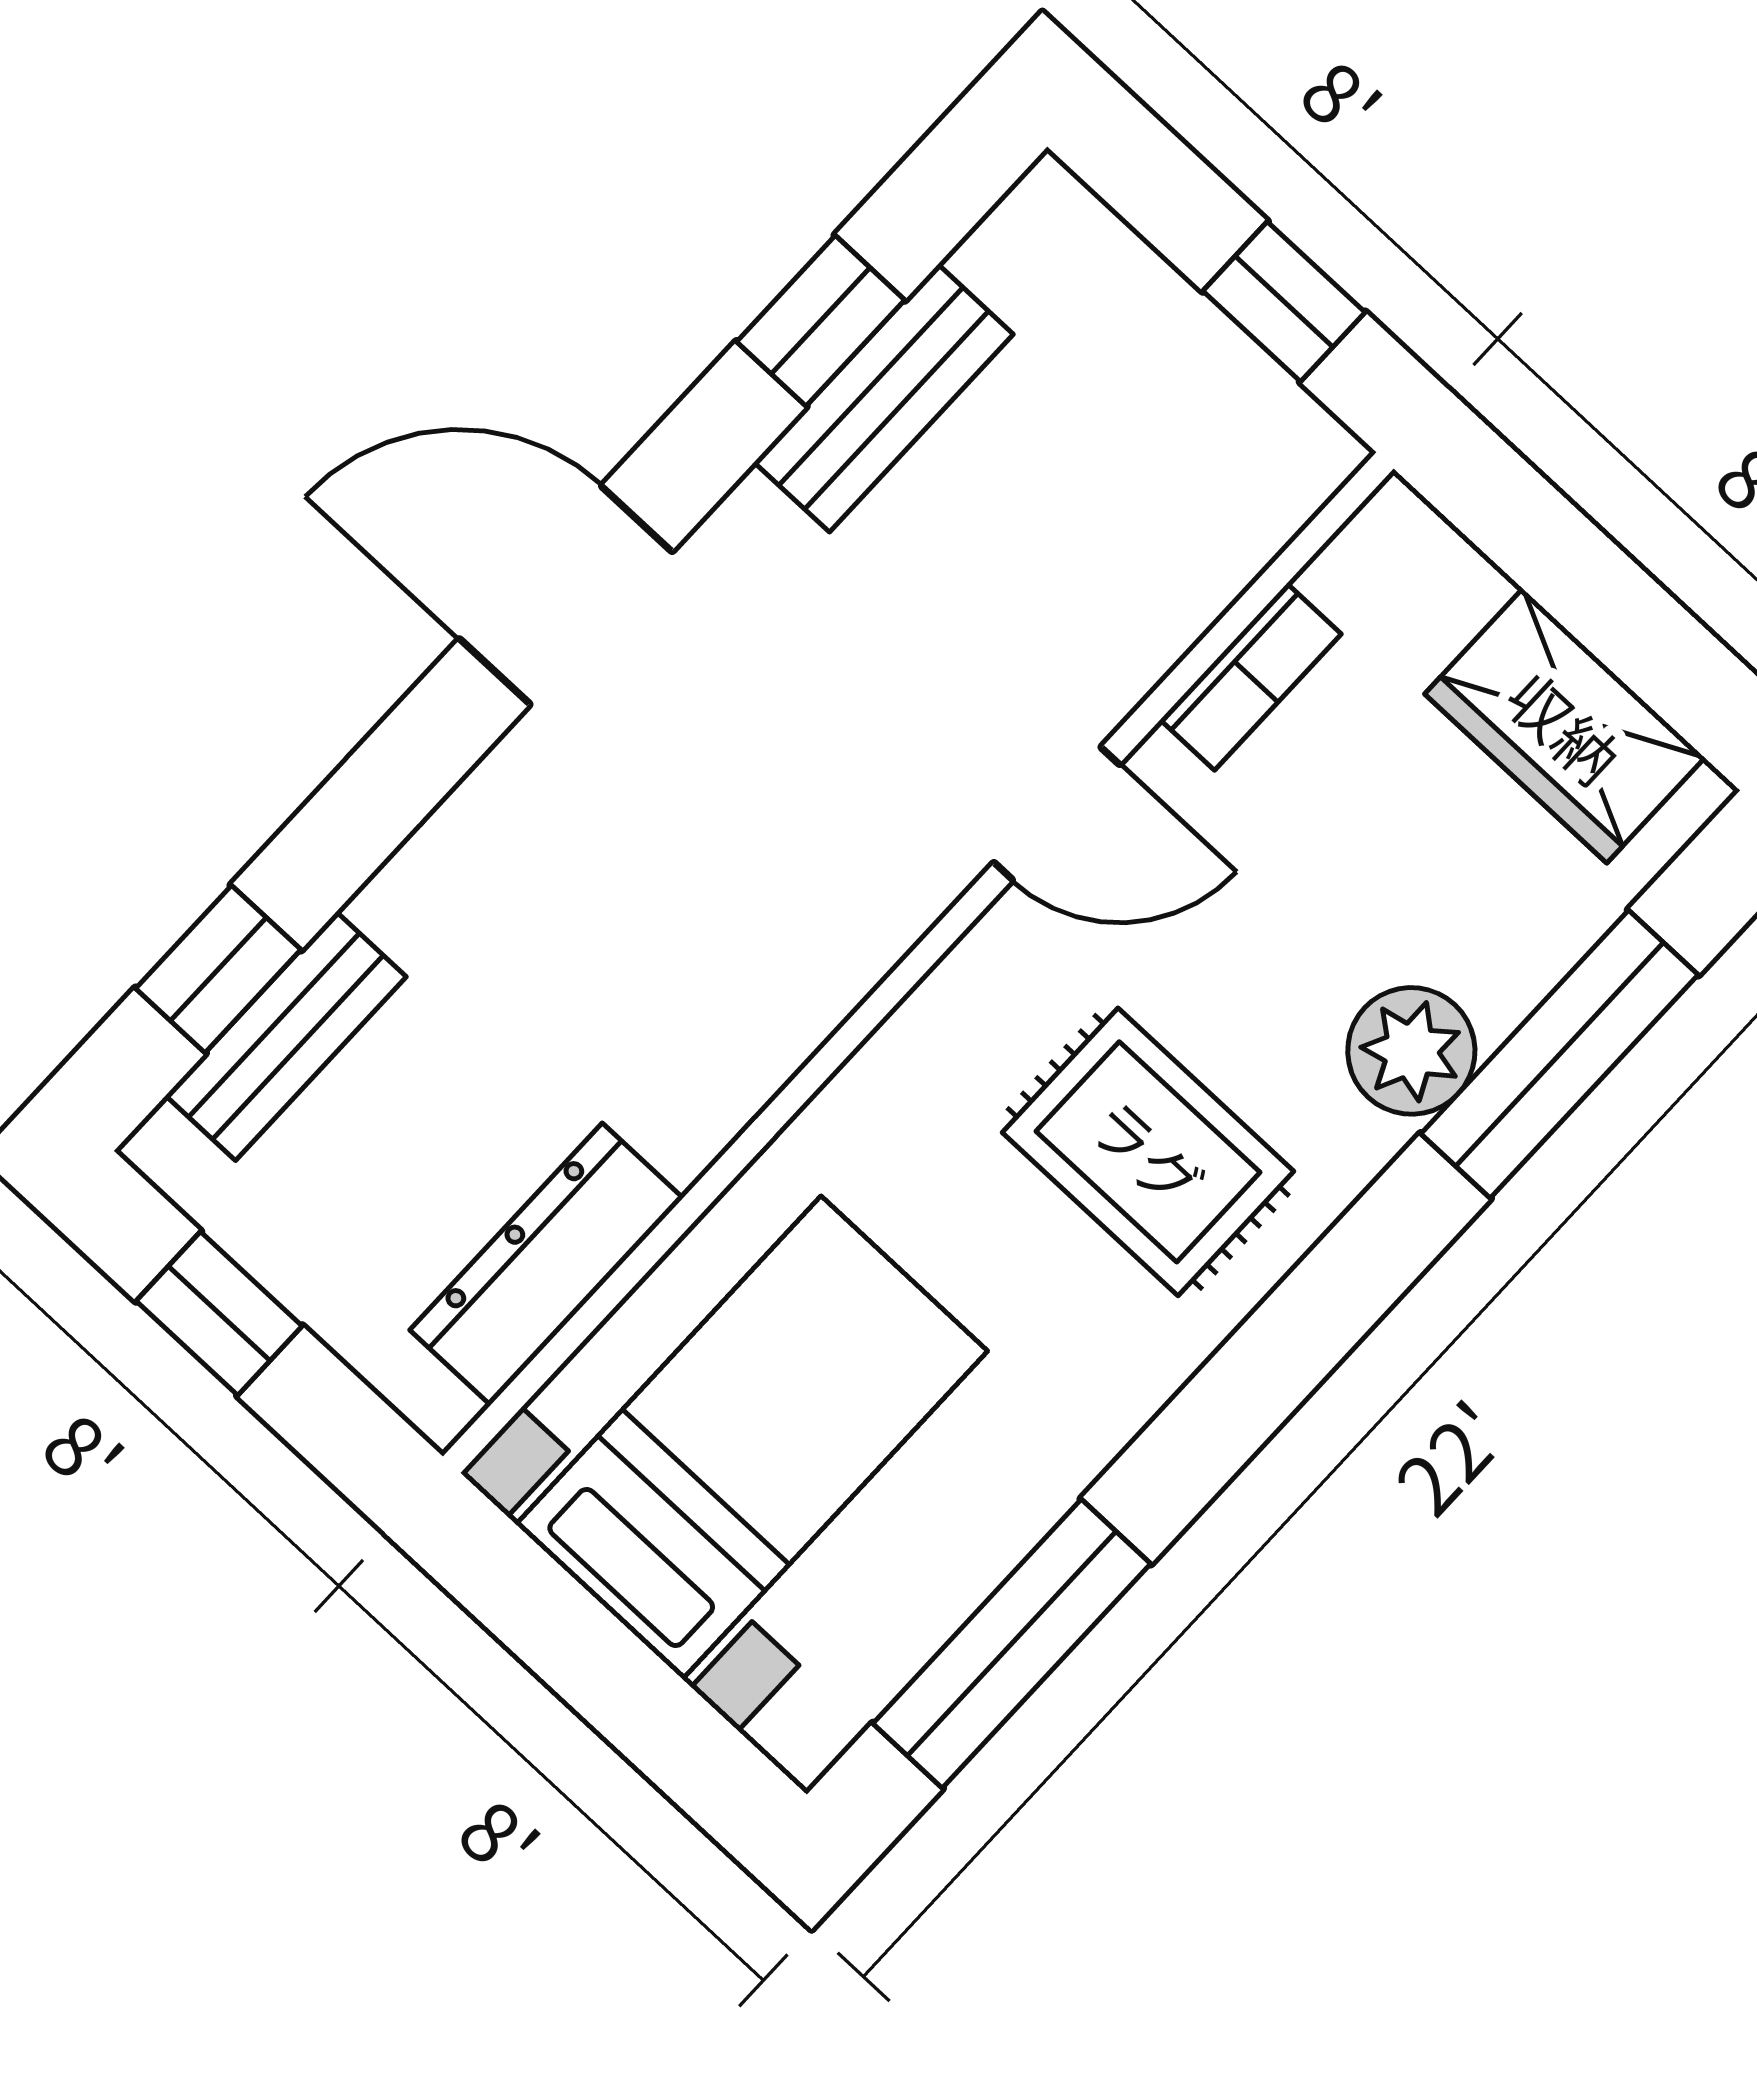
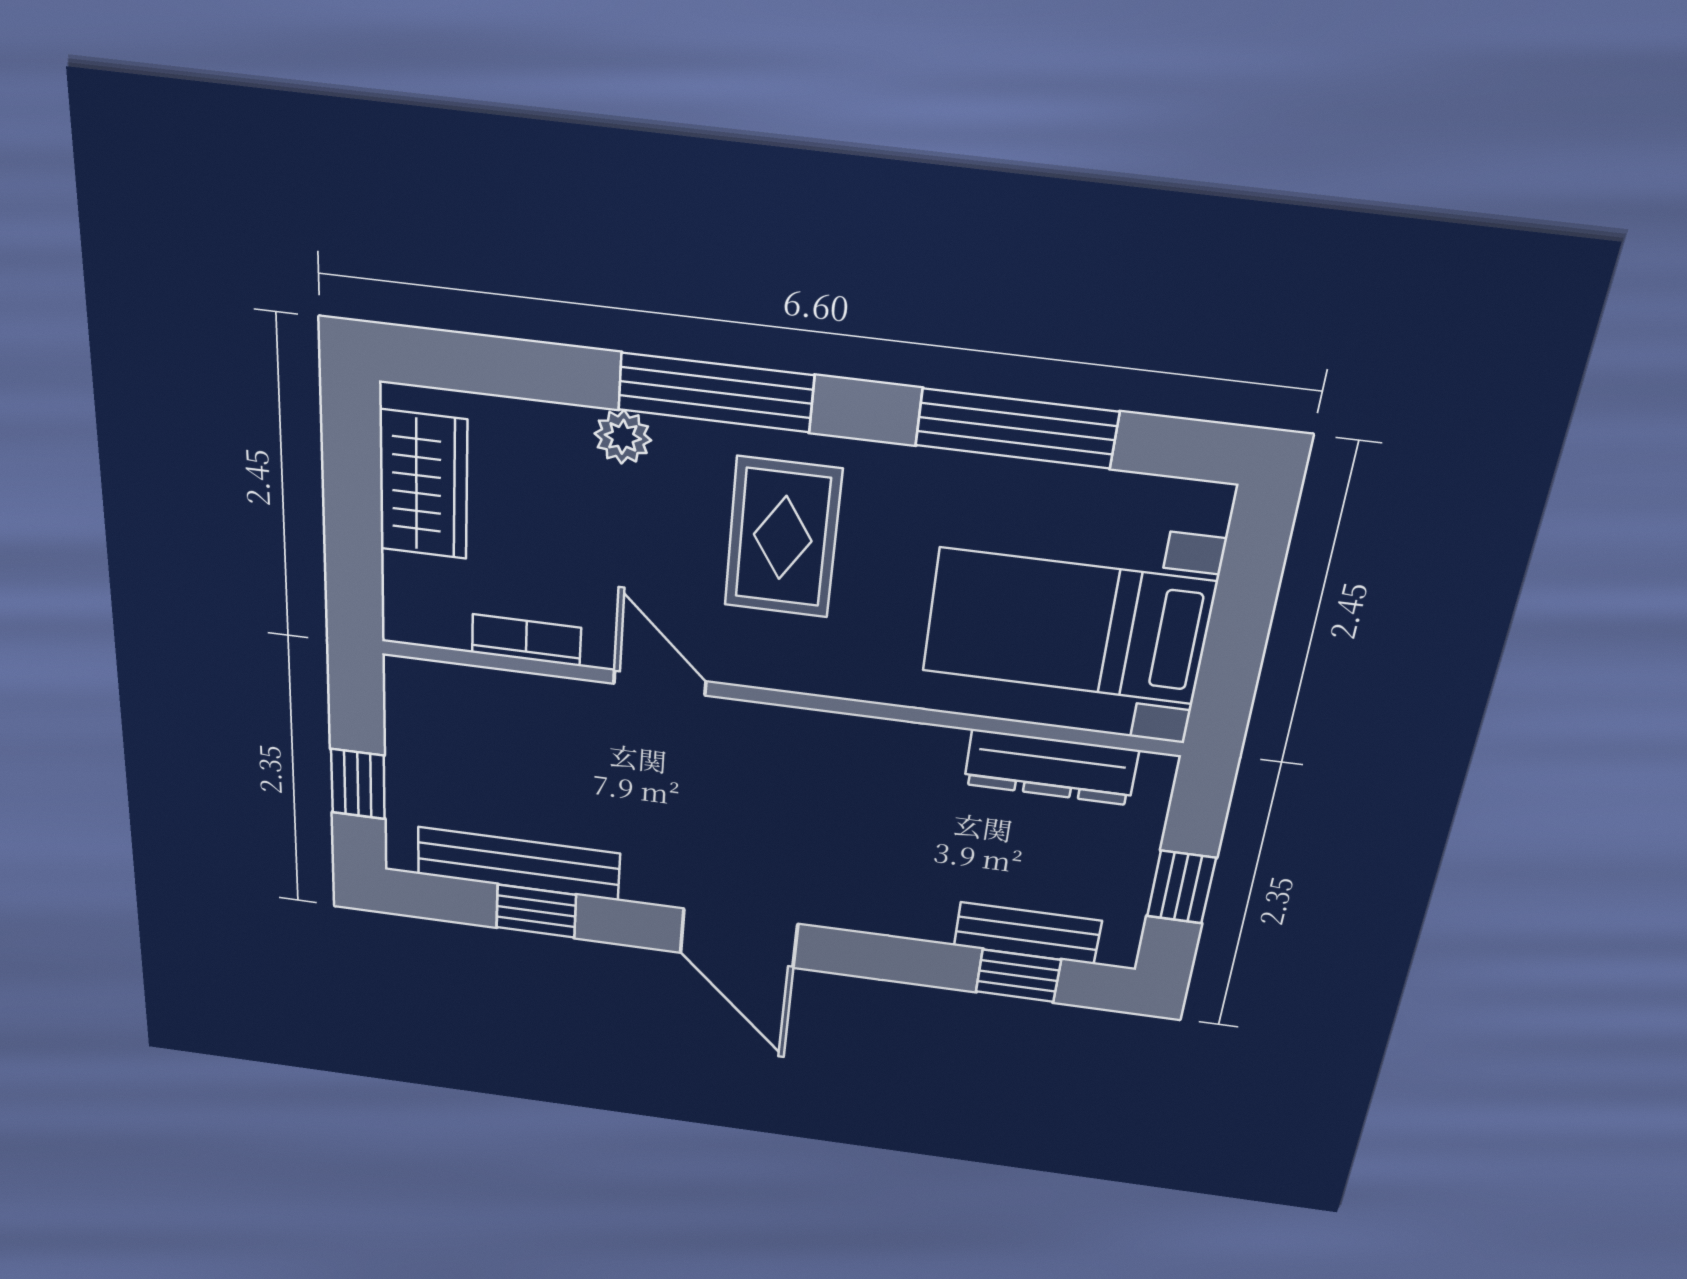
window: (1284, 302) -> (358, 784), moved
bench: (884, 398) -> (518, 864), width x1.36
plant: (1411, 1051) -> (623, 437), width x0.73, depth x0.73
window: (1559, 1054) -> (716, 392), moved
window: (1012, 1644) -> (1017, 428), moved

